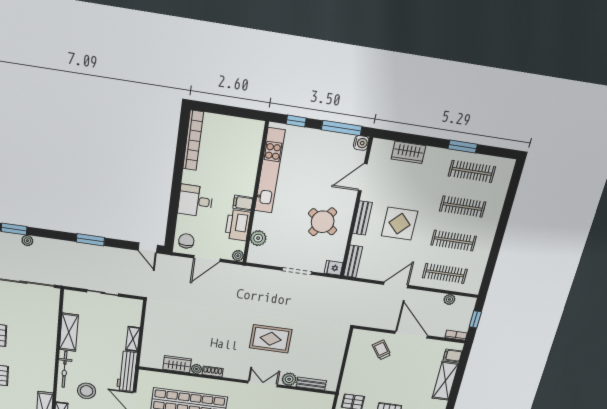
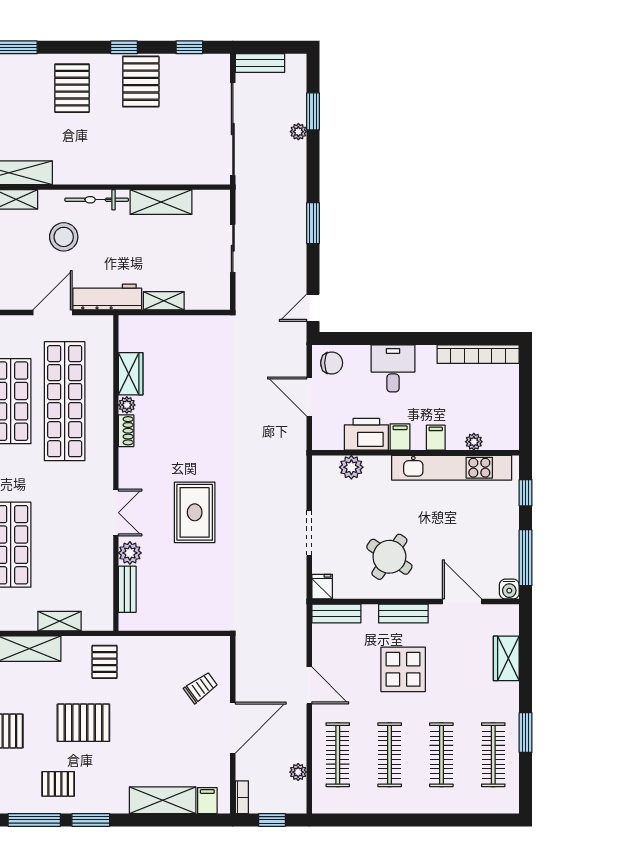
filing cabinet: (247, 179) -> (436, 438), added
plant: (238, 256) -> (474, 442), moved

